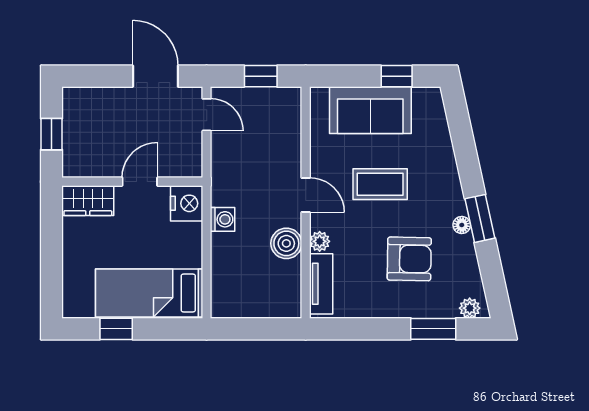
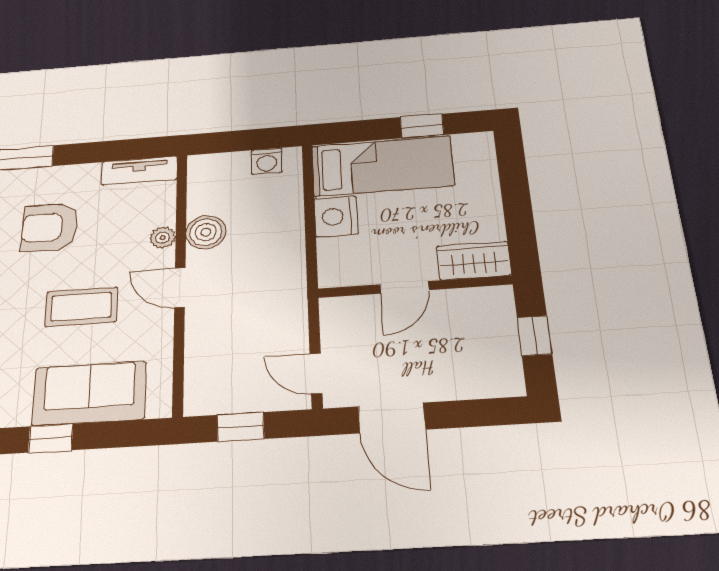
nightstand: (187, 203) -> (336, 216), moved
washing machine: (223, 219) -> (267, 161), moved, turned -90
tv unit: (321, 284) -> (139, 171), moved, turned -90

